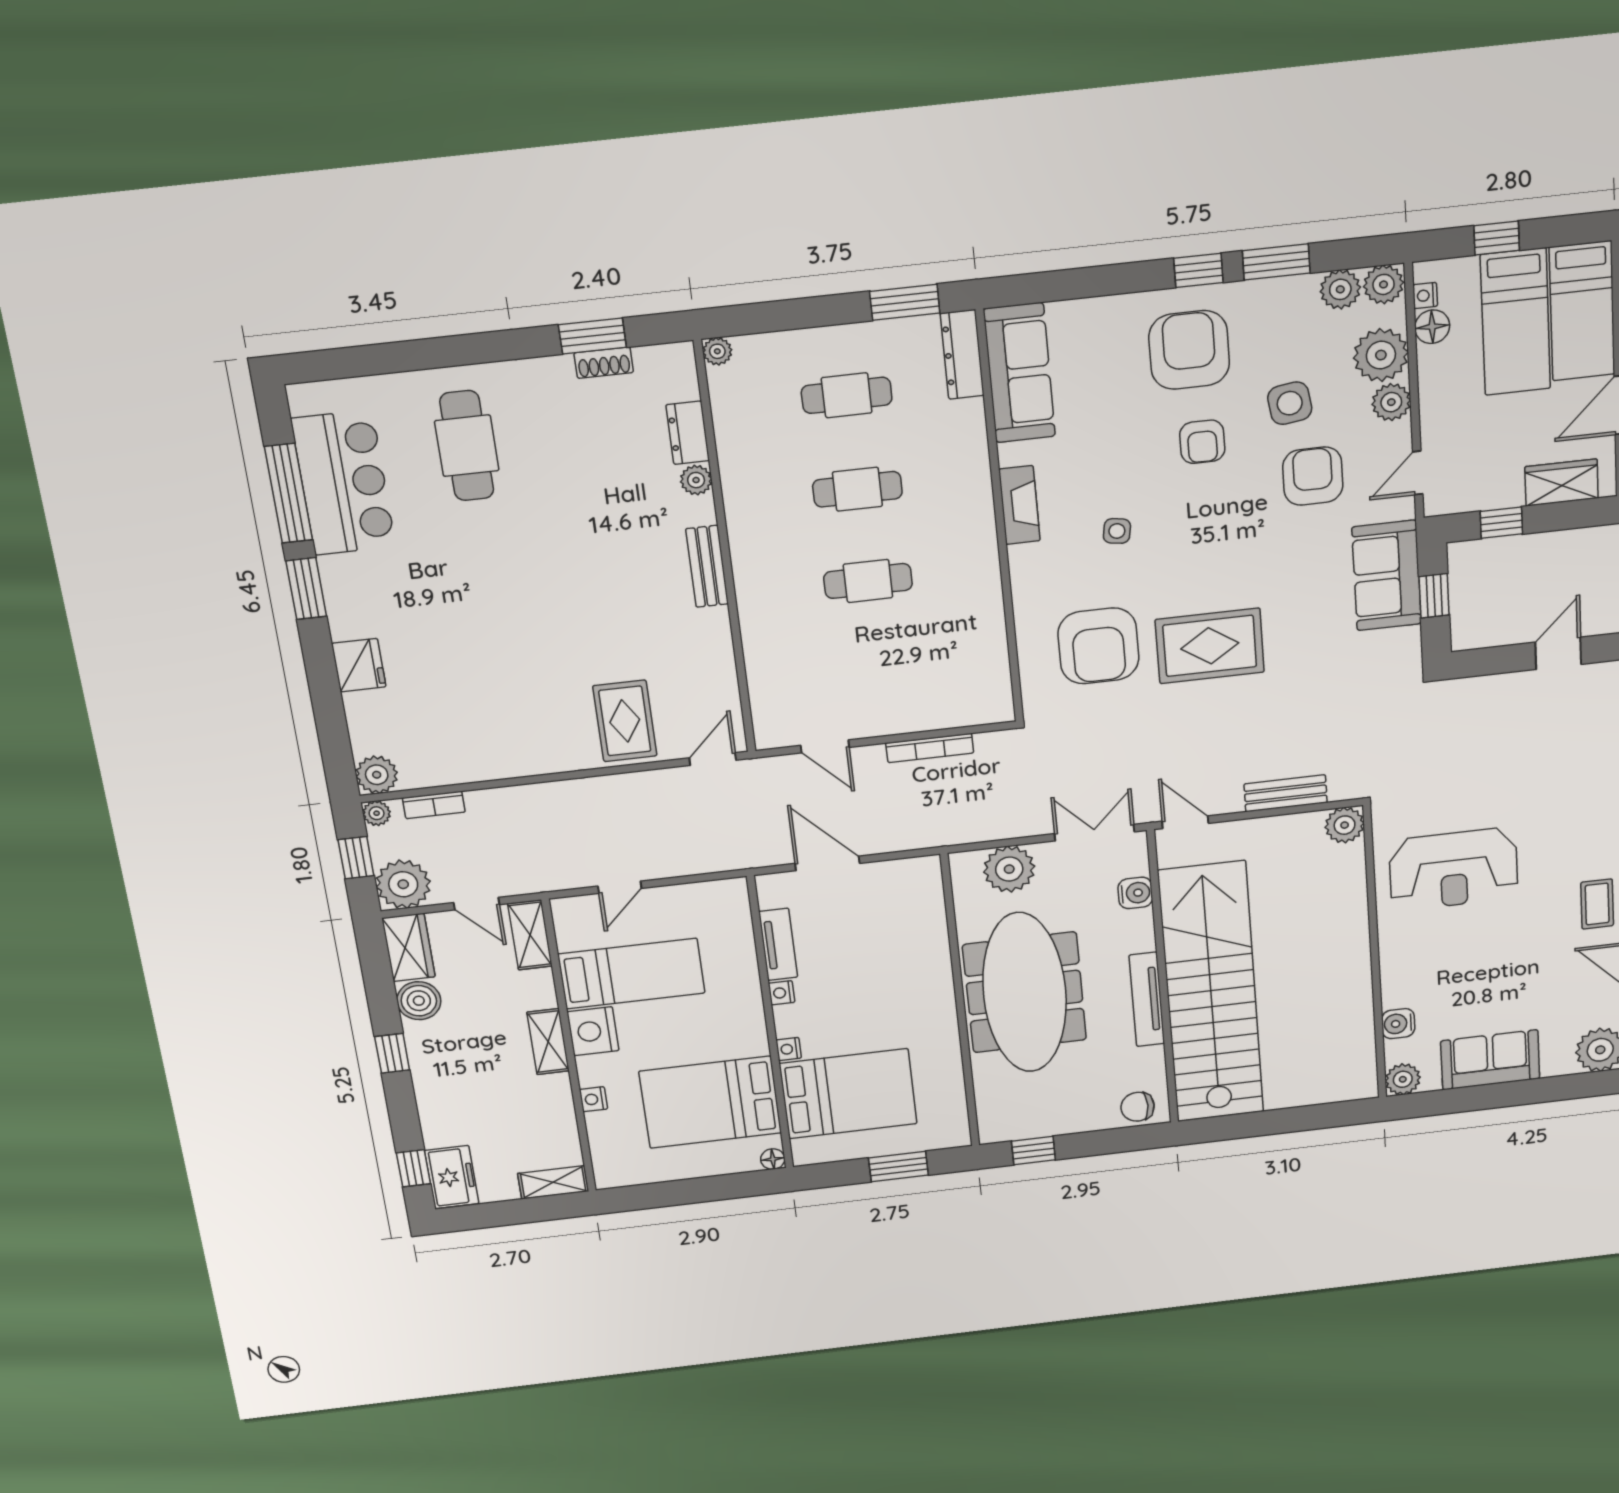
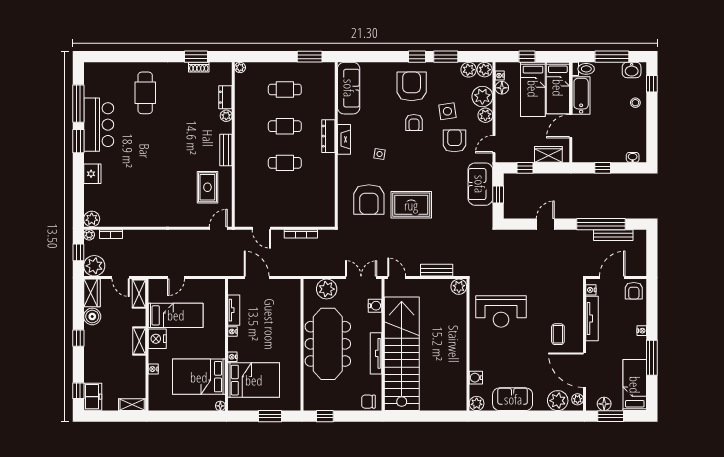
dresser: (962, 354) -> (328, 136), moved
bar counter: (343, 483) -> (99, 125), moved
rug: (625, 721) -> (207, 187), moved

